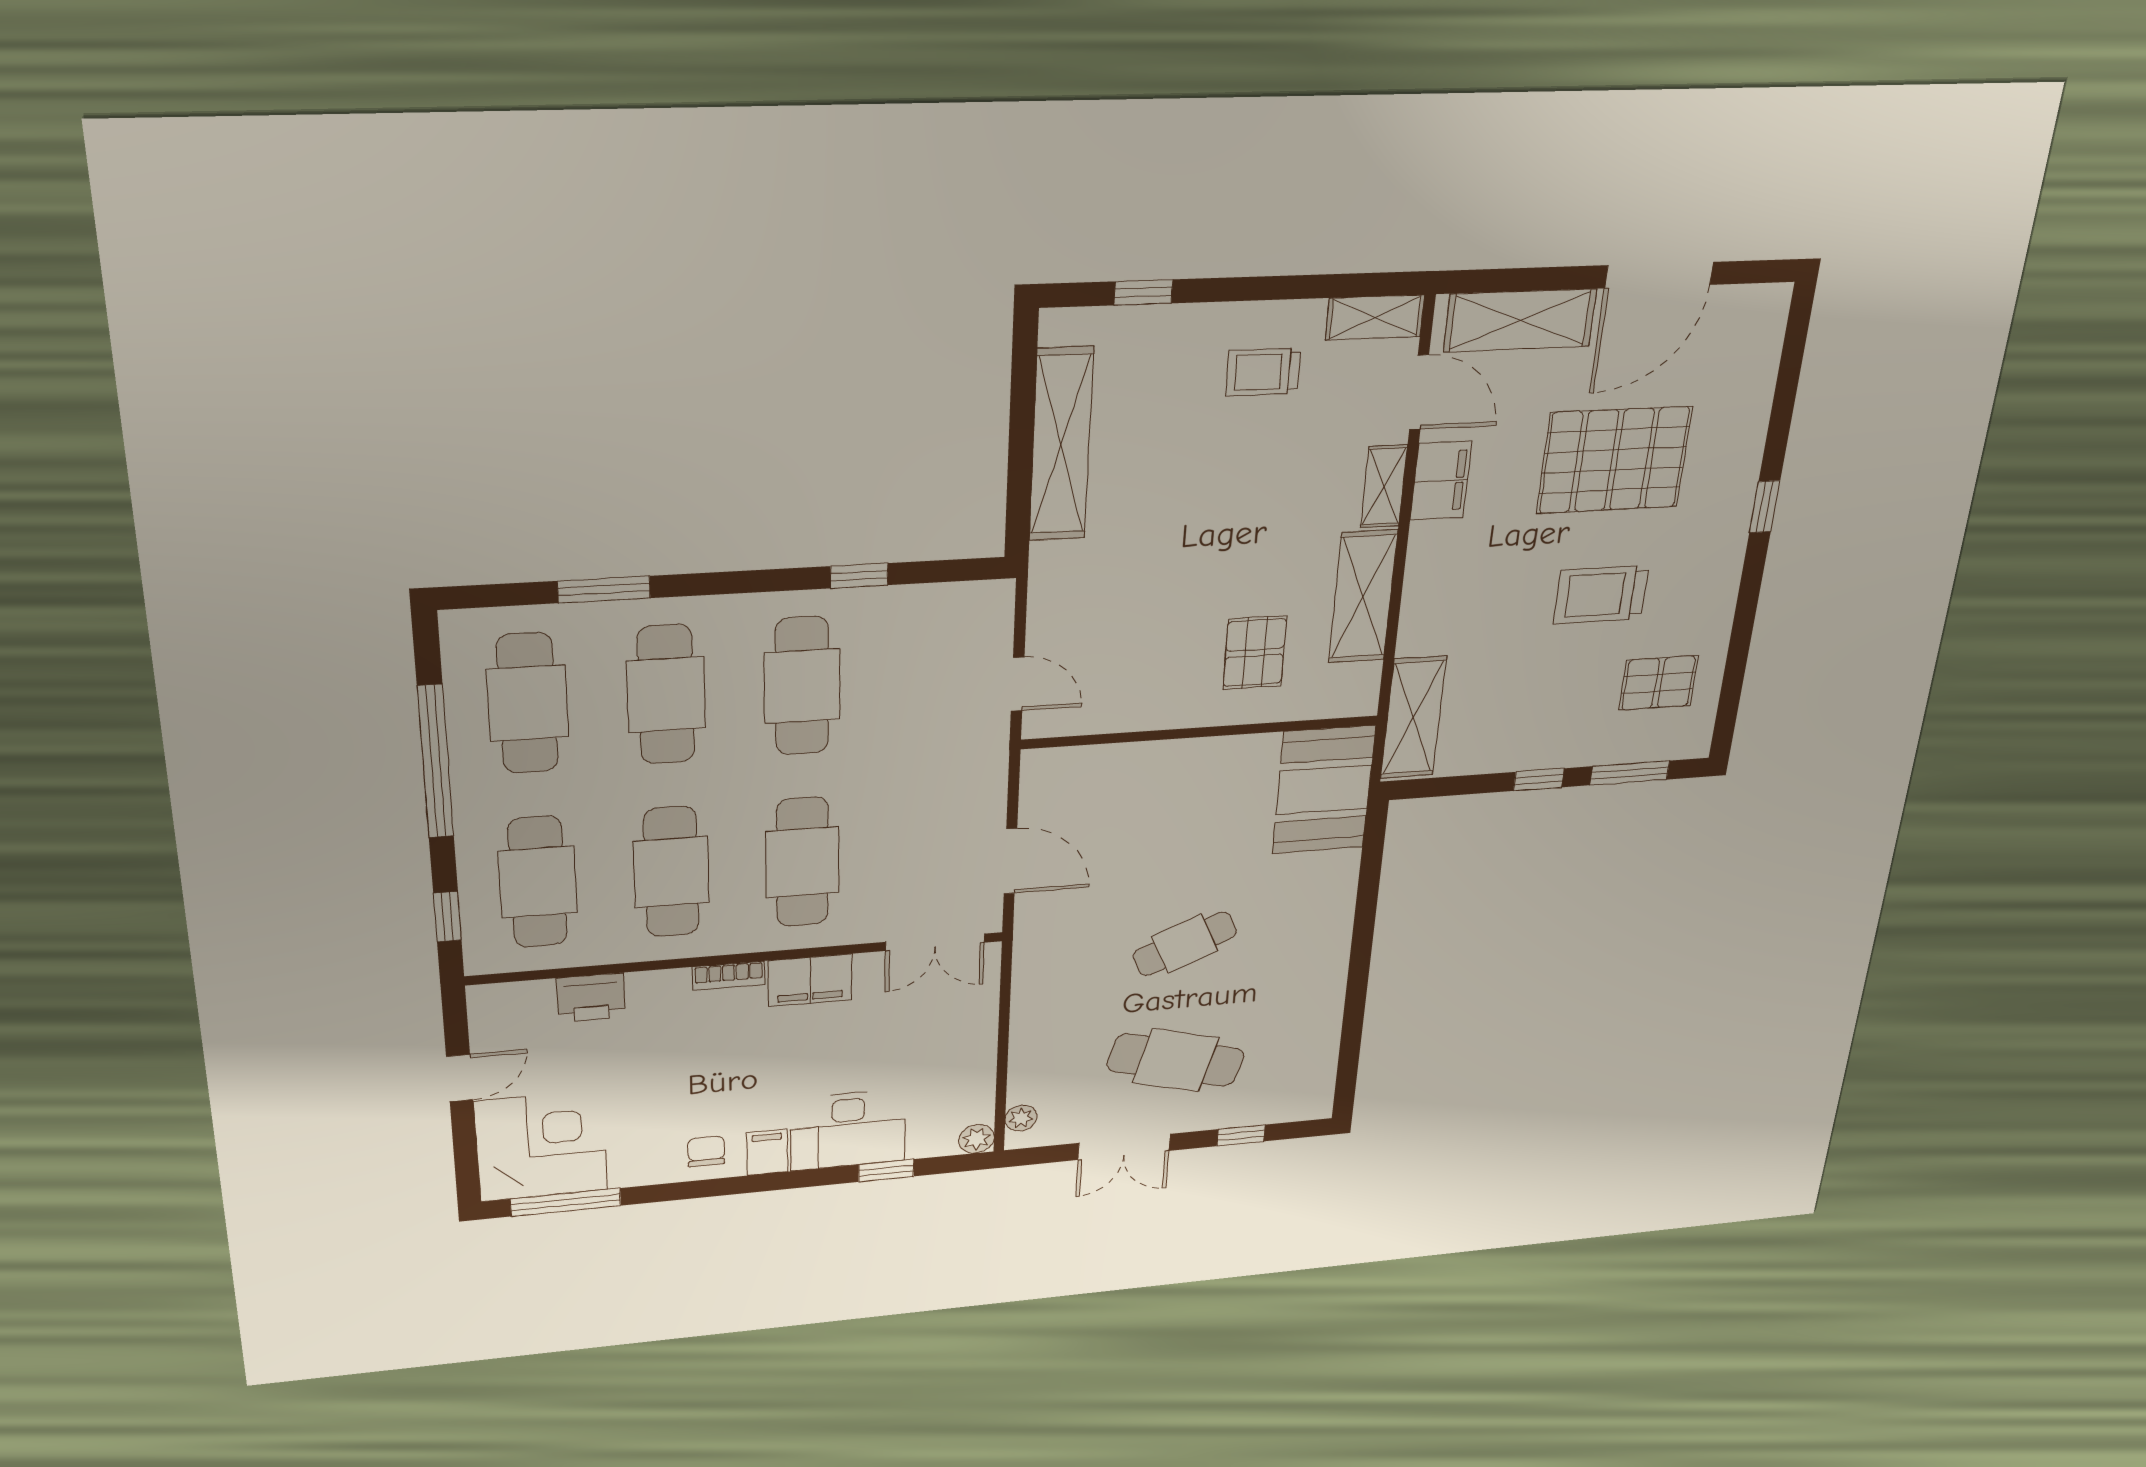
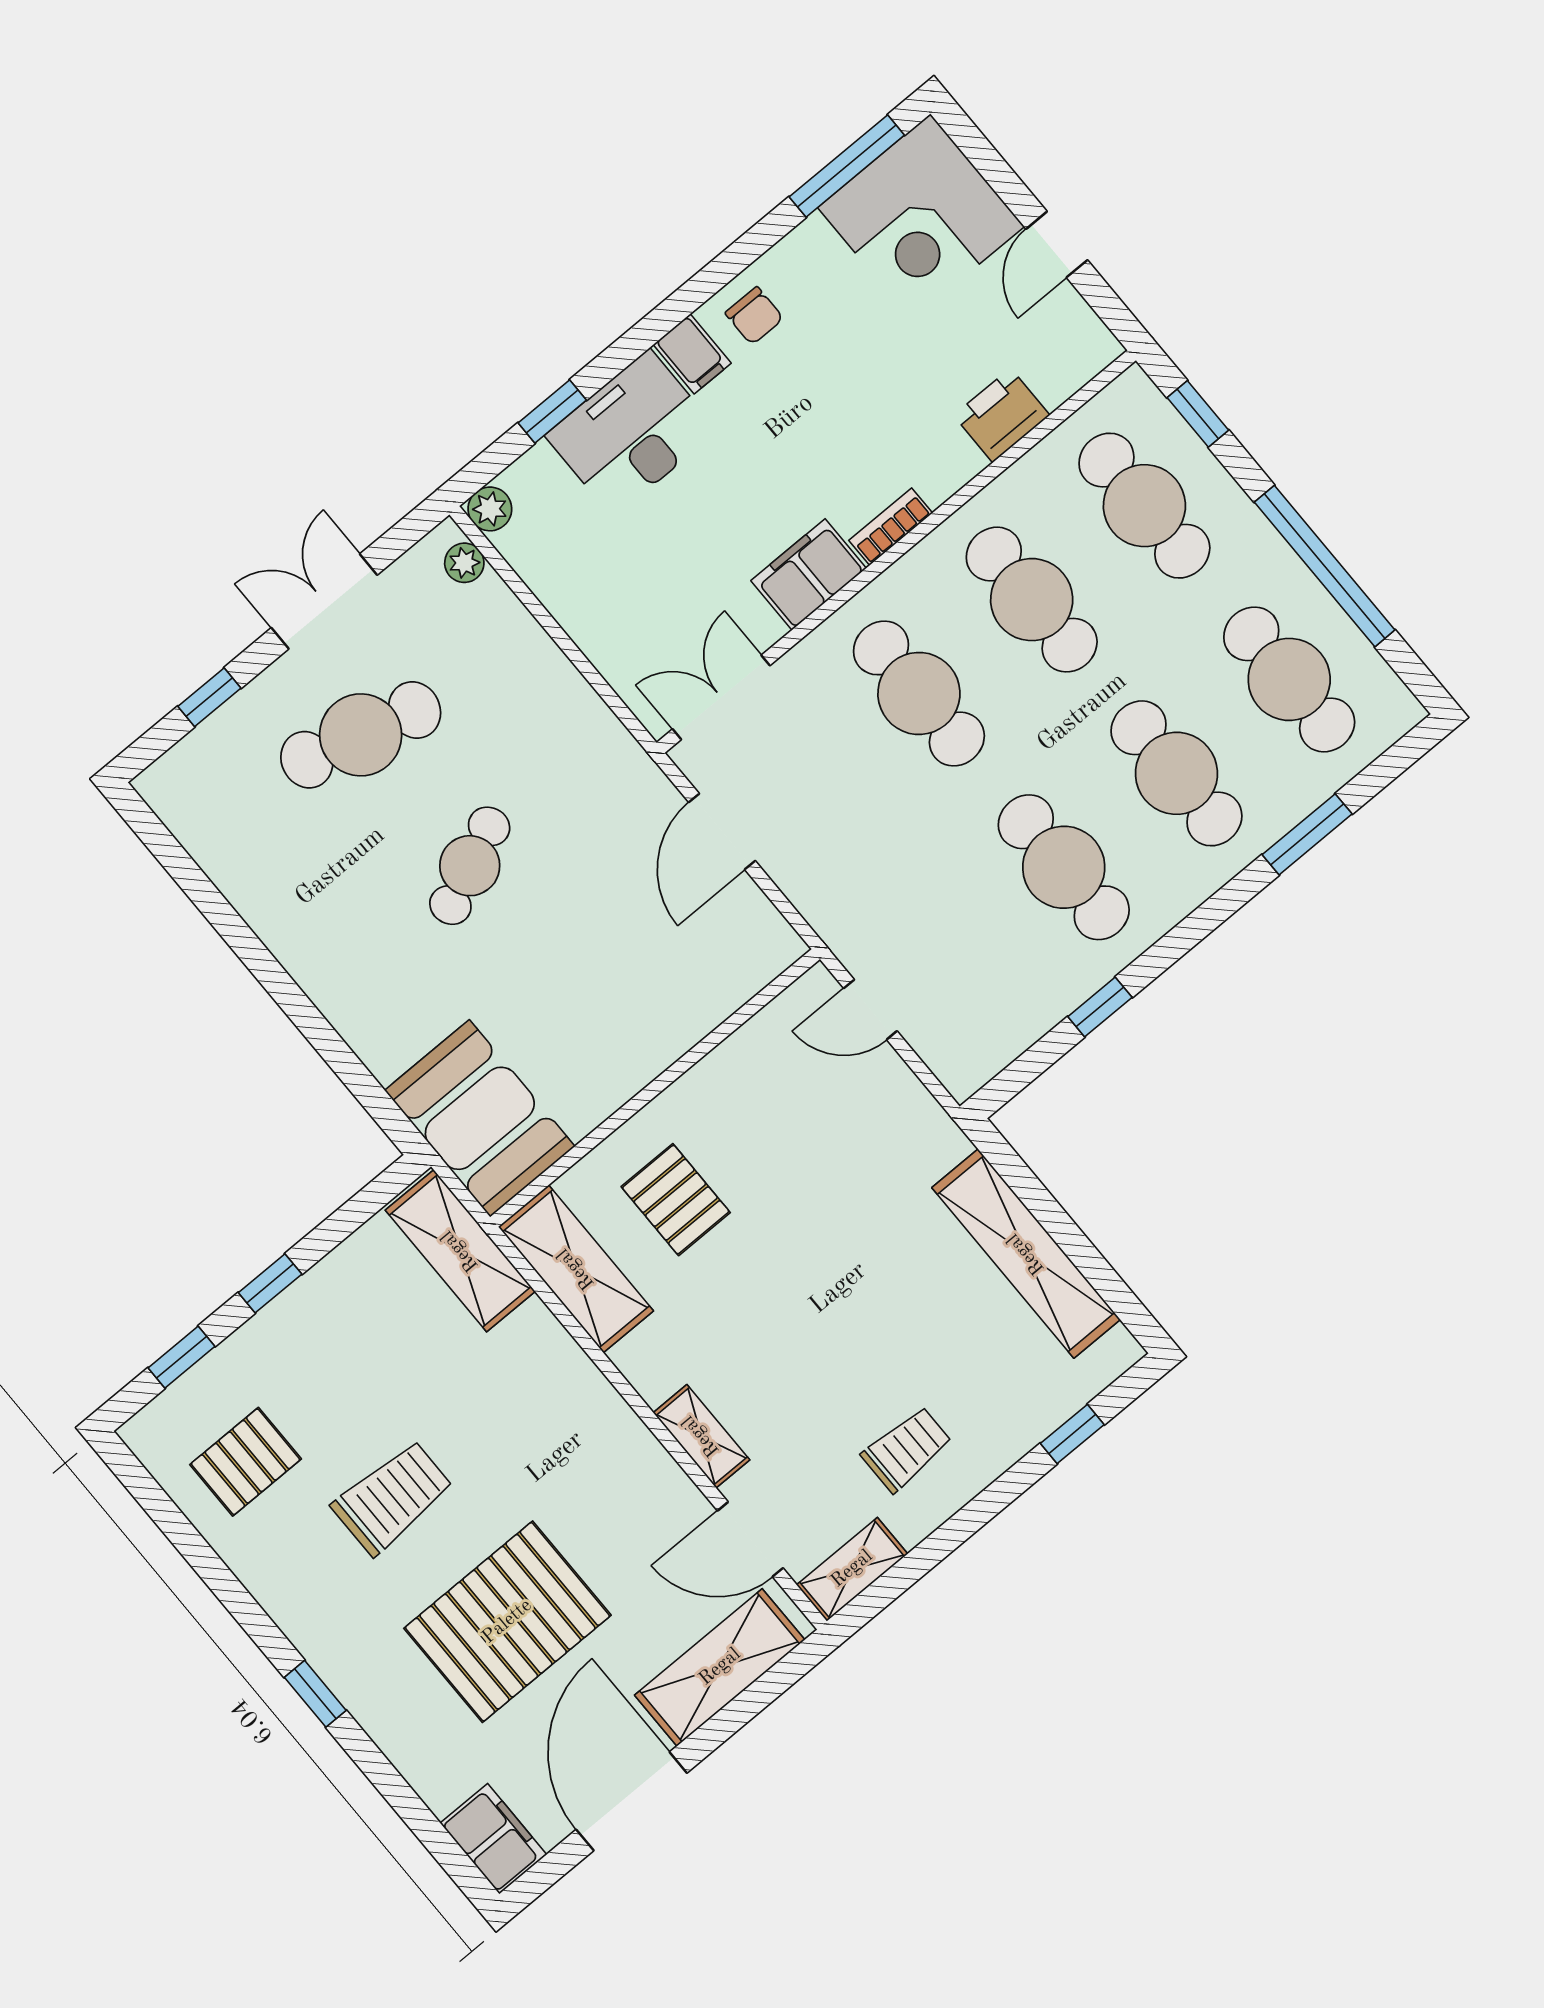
filing cabinet: (1441, 481) -> (493, 1839), moved, turned 180
shelving: (1363, 597) -> (576, 1269), moved
window: (1630, 773) -> (181, 1357), width x0.67
door: (1010, 861) -> (722, 831), hinge flipped

